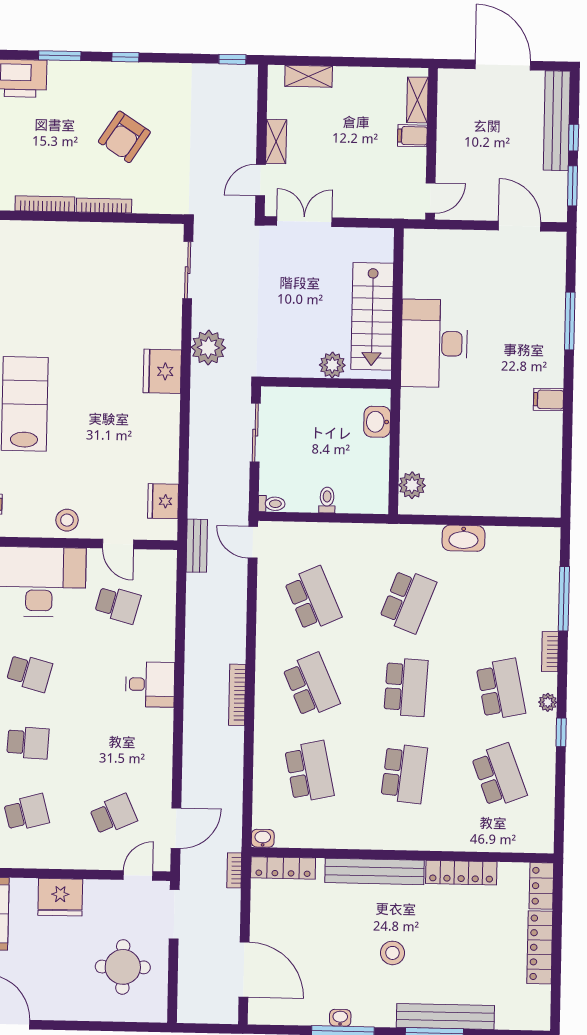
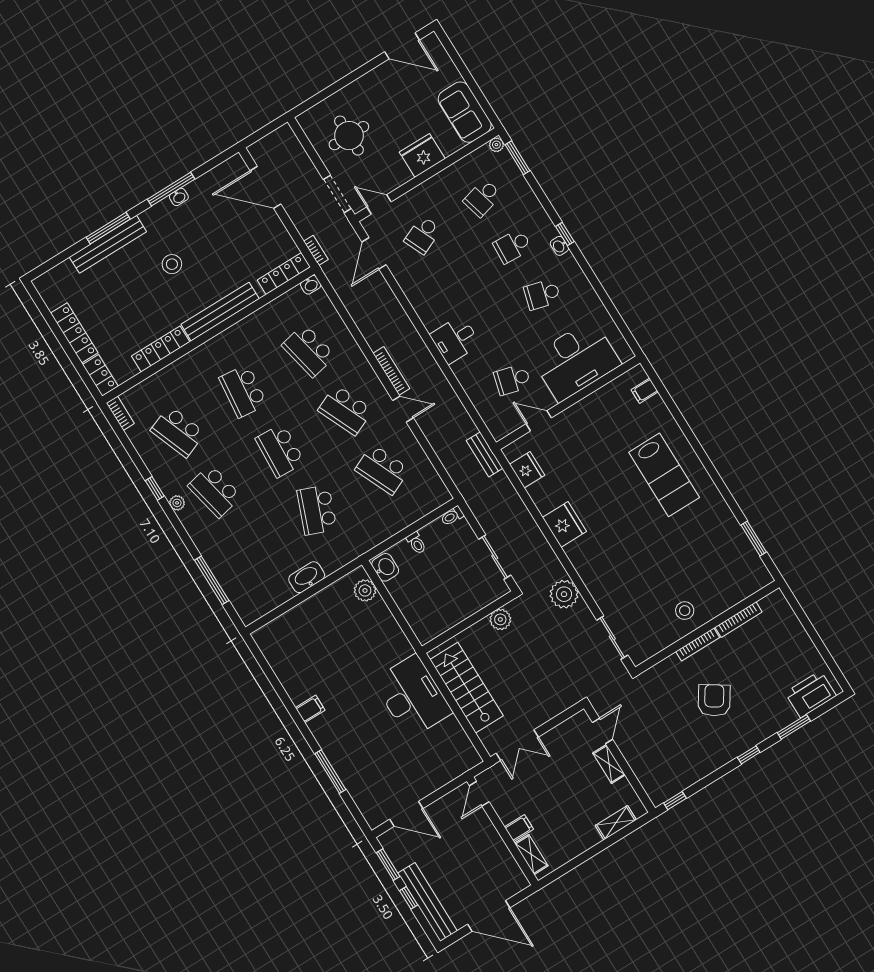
double door: (304, 222) -> (517, 745), moved
plant: (332, 365) -> (500, 619), moved
fridge: (162, 371) -> (564, 525), moved
washbasin: (377, 422) -> (385, 567), moved
stool: (67, 520) -> (685, 611), moved
door: (253, 542) -> (403, 409), moved
bookcase: (550, 652) -> (120, 413), moved
door: (138, 875) -> (379, 204), swing flipped

